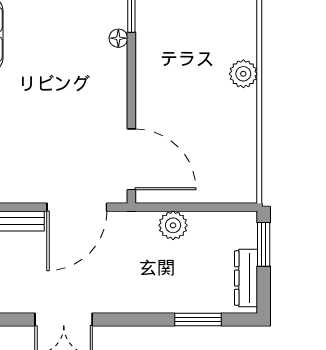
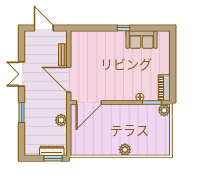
dresser: (246, 278) -> (52, 151), moved
window: (198, 320) -> (22, 113), moved

